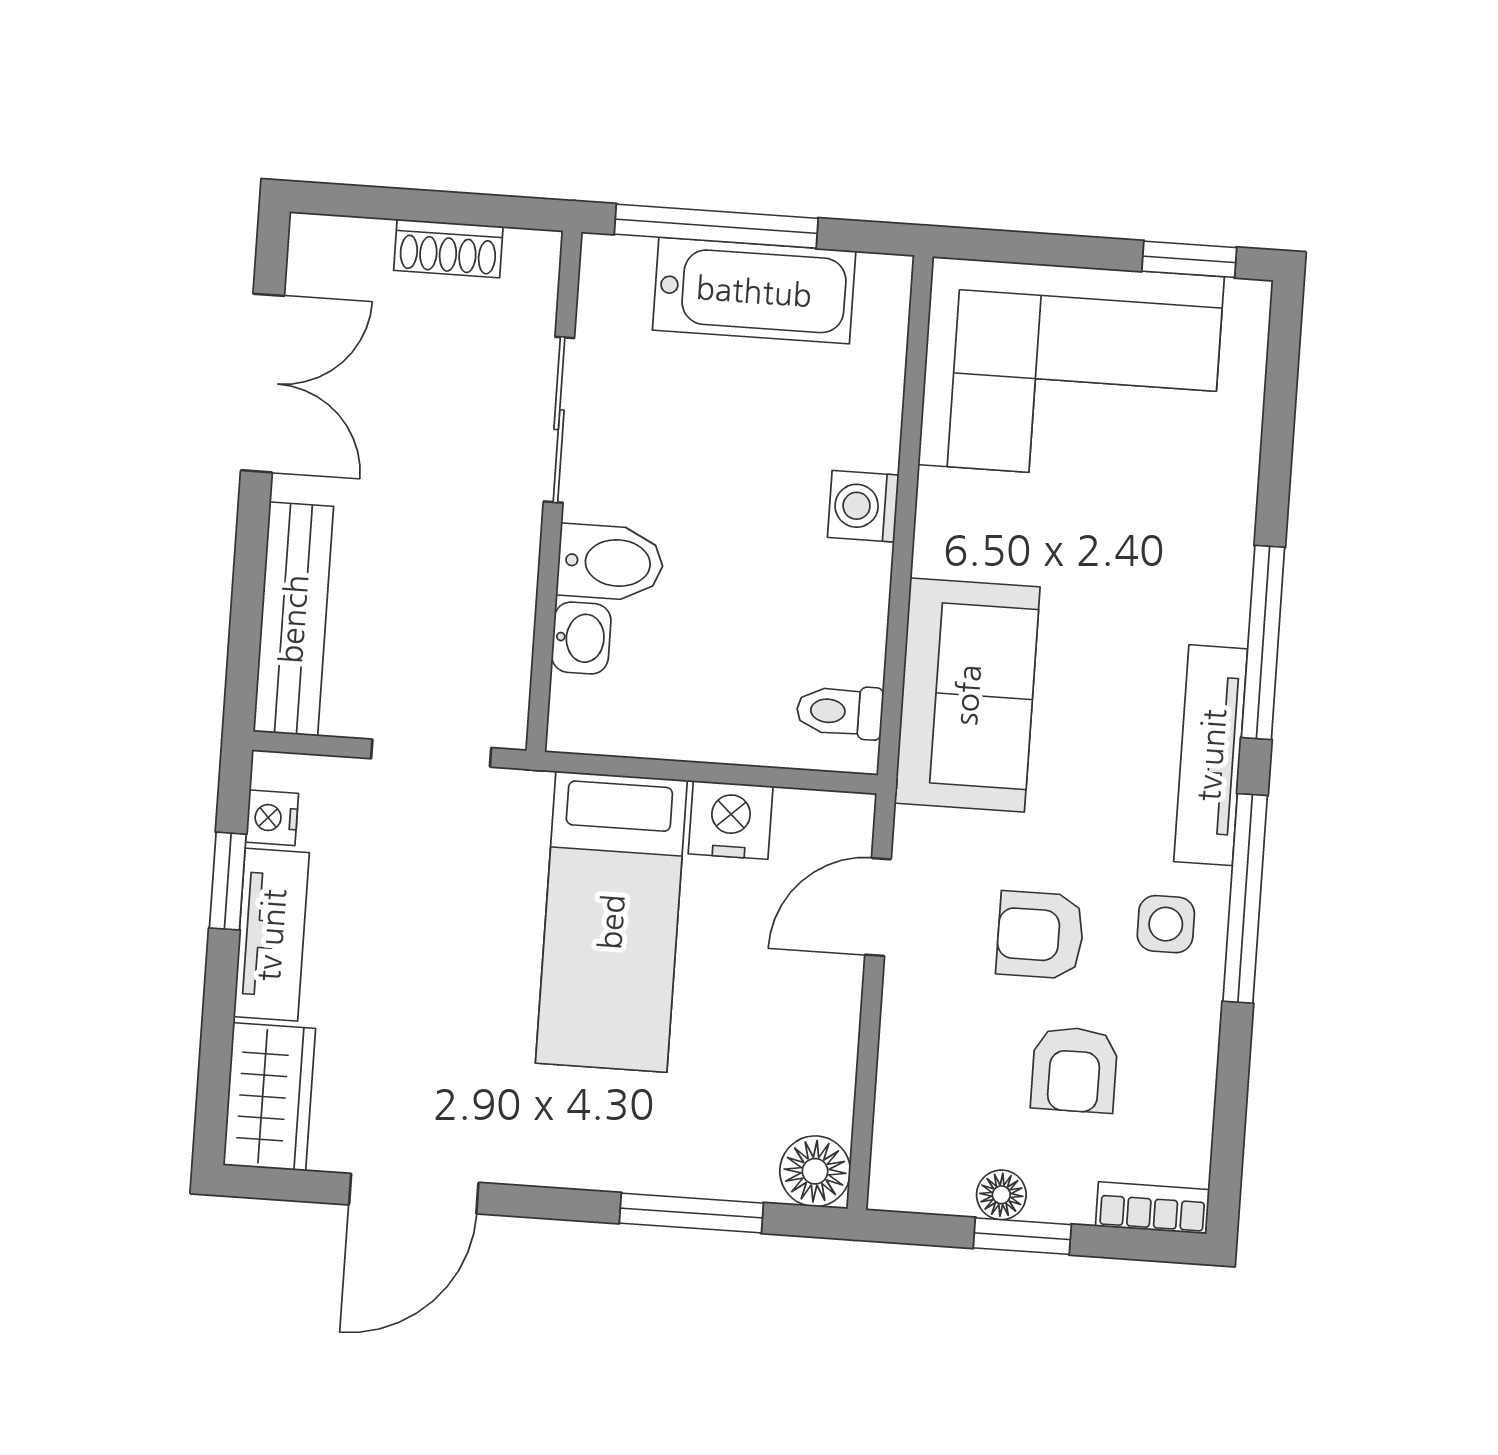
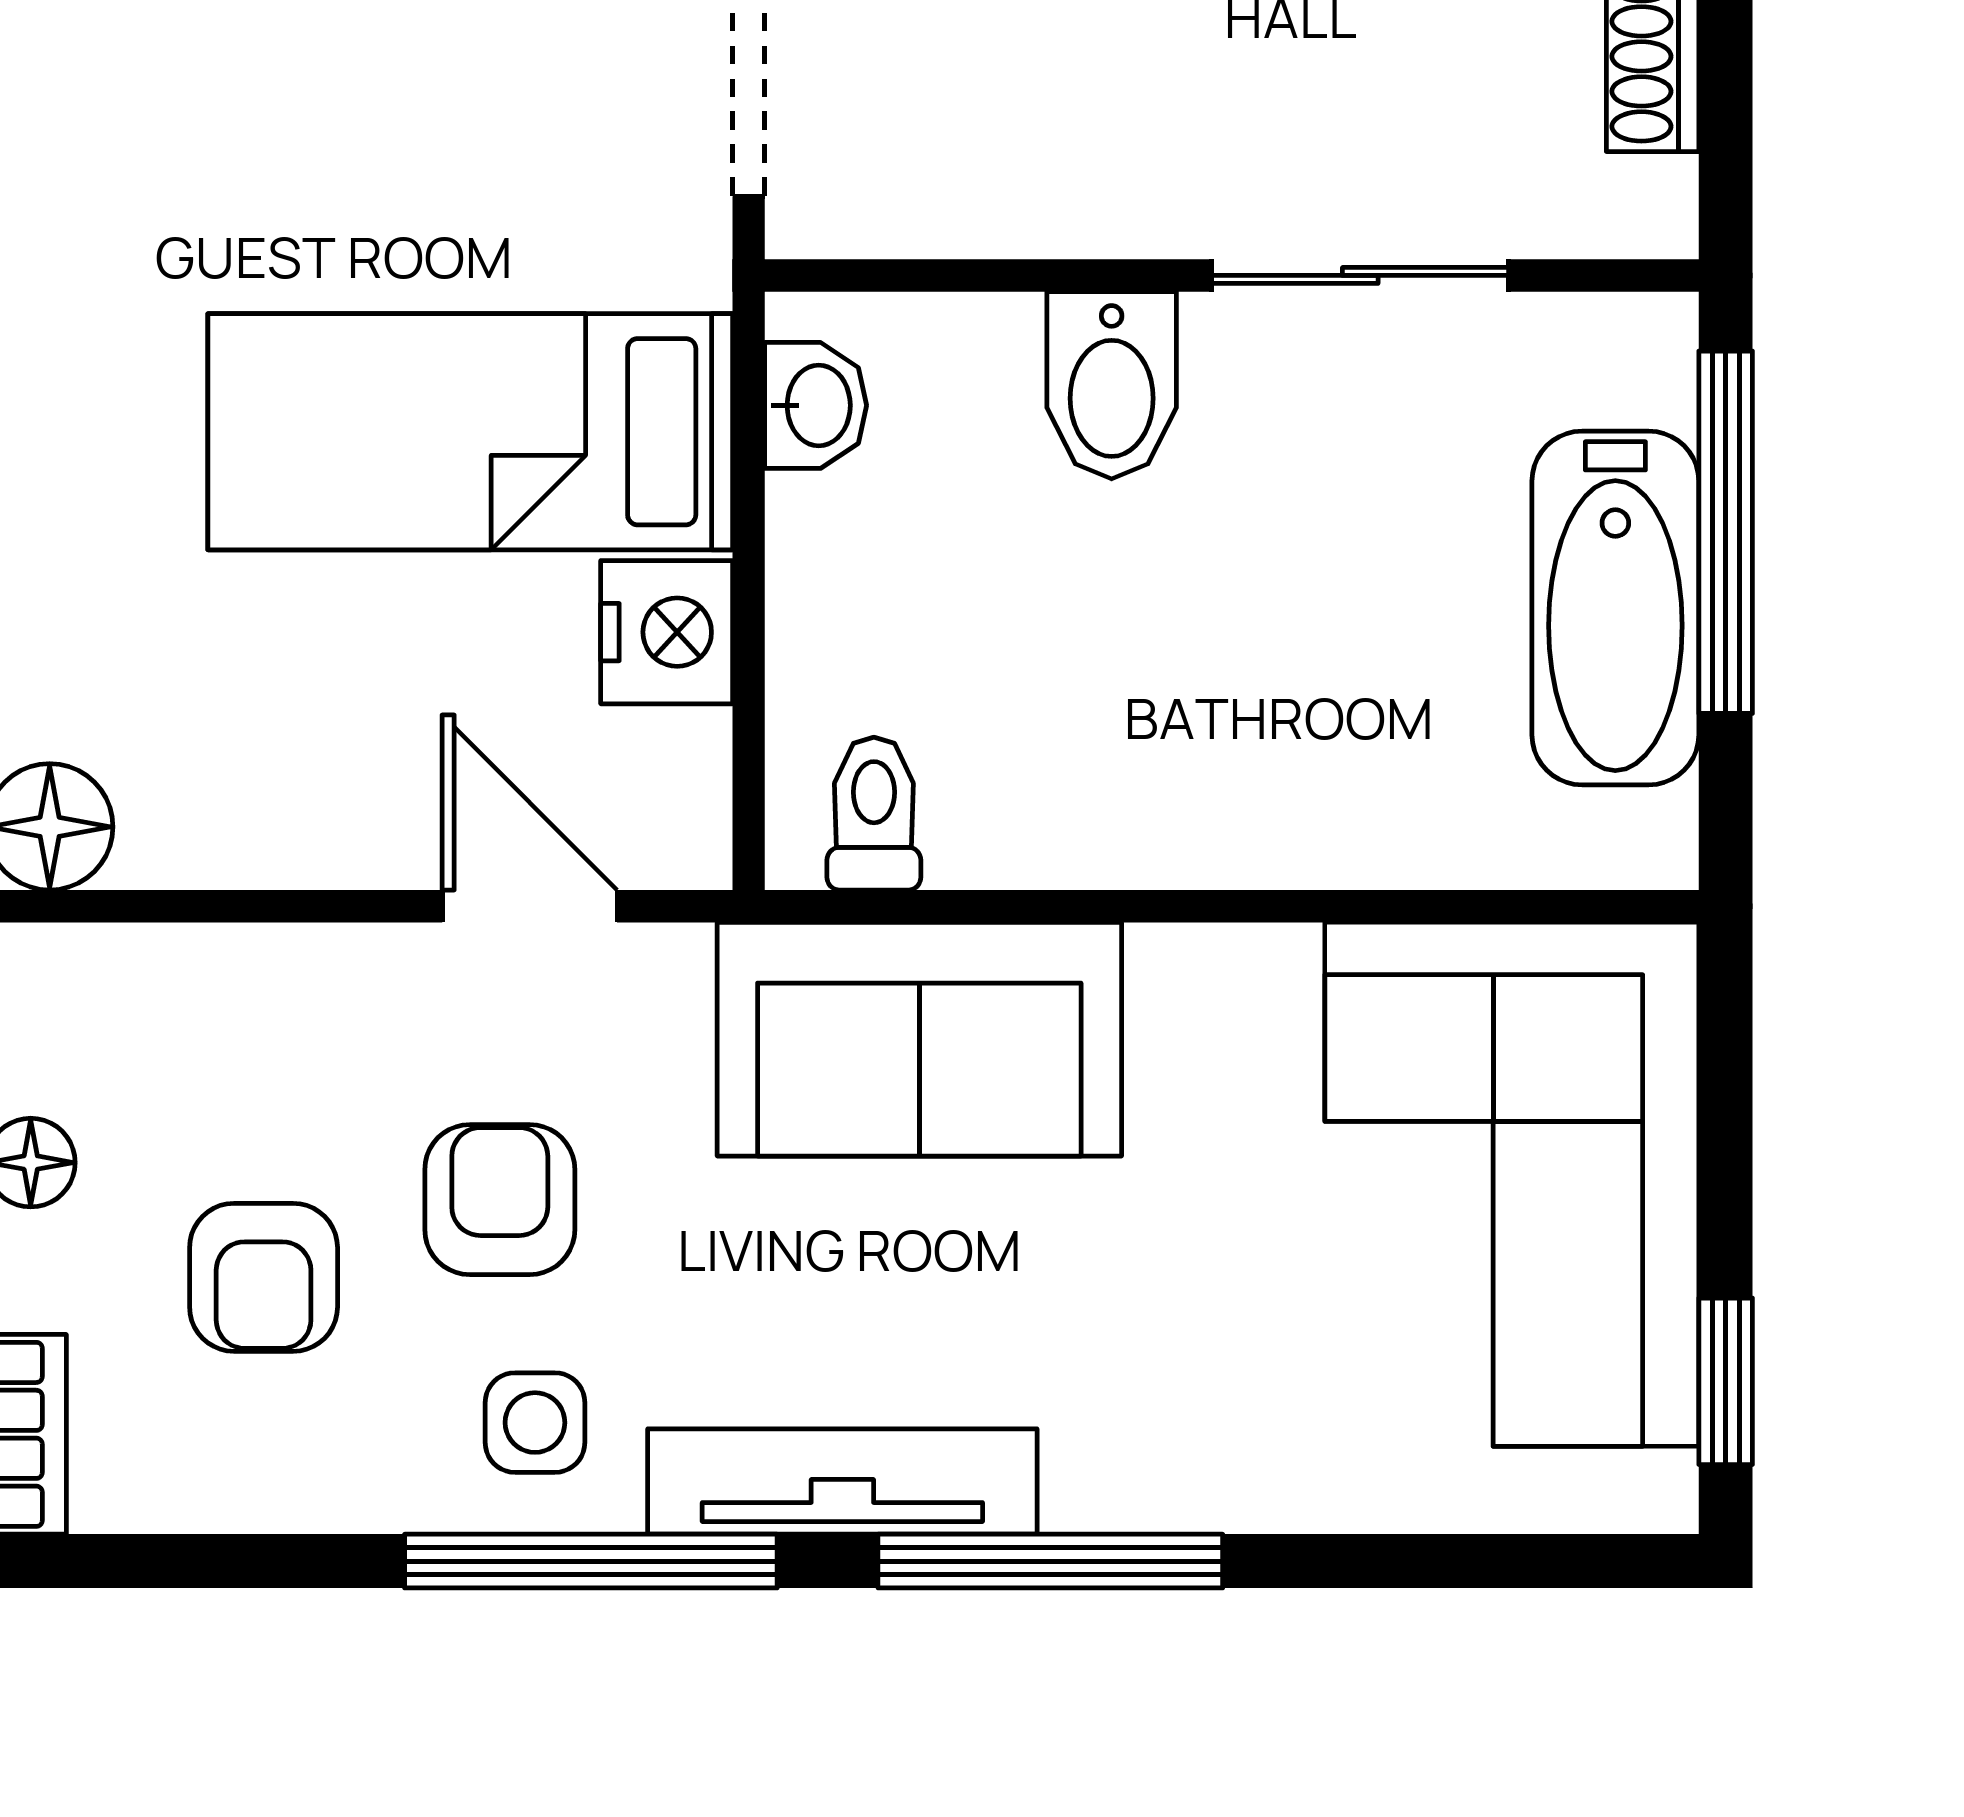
washing machine: (863, 506) -> (1244, 830), removed
washbasin: (581, 638) -> (816, 405), moved, turned -90
armchair: (1074, 1070) -> (264, 1277), turned -90

